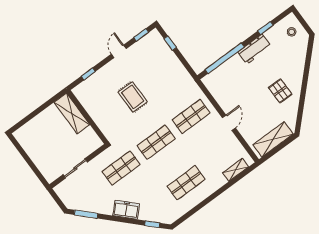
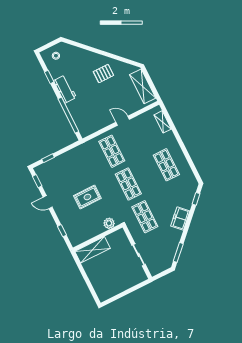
plant: (106, 127) -> (109, 223), added

